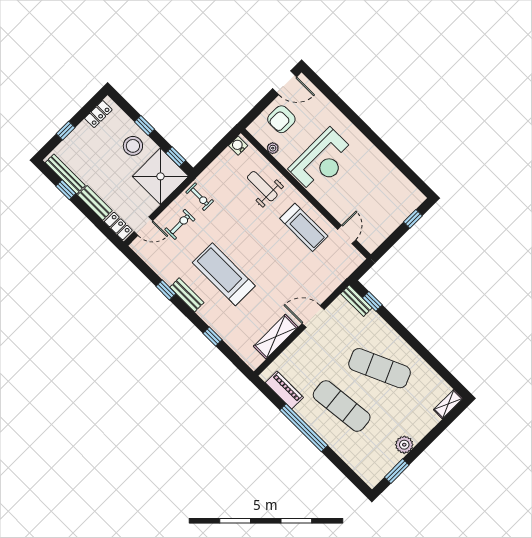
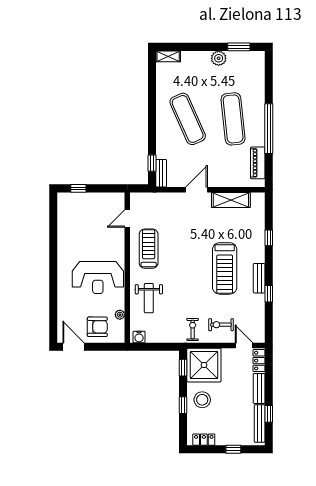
reception desk: (322, 161) -> (98, 278), turned 180
door: (313, 316) -> (196, 190), swing flipped

